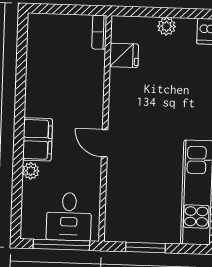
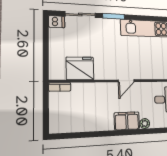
plant: (167, 26) -> (54, 46), removed
fridge: (124, 55) -> (80, 68), width x1.88, depth x1.34

